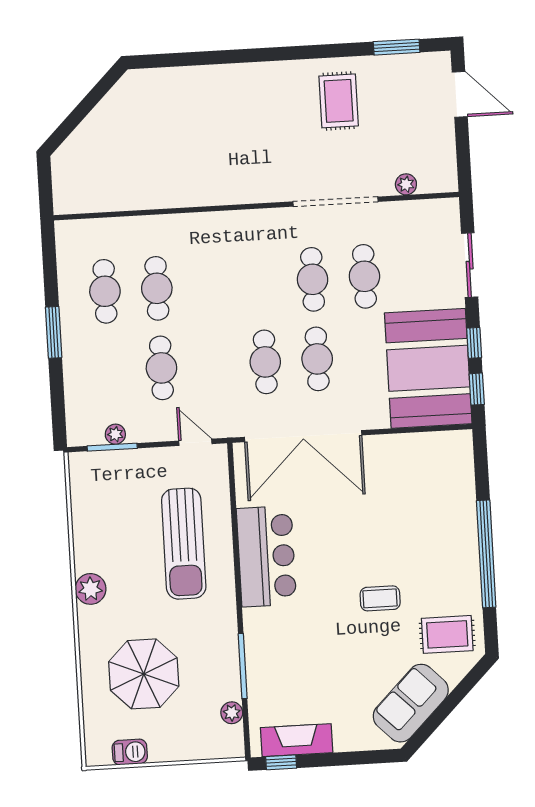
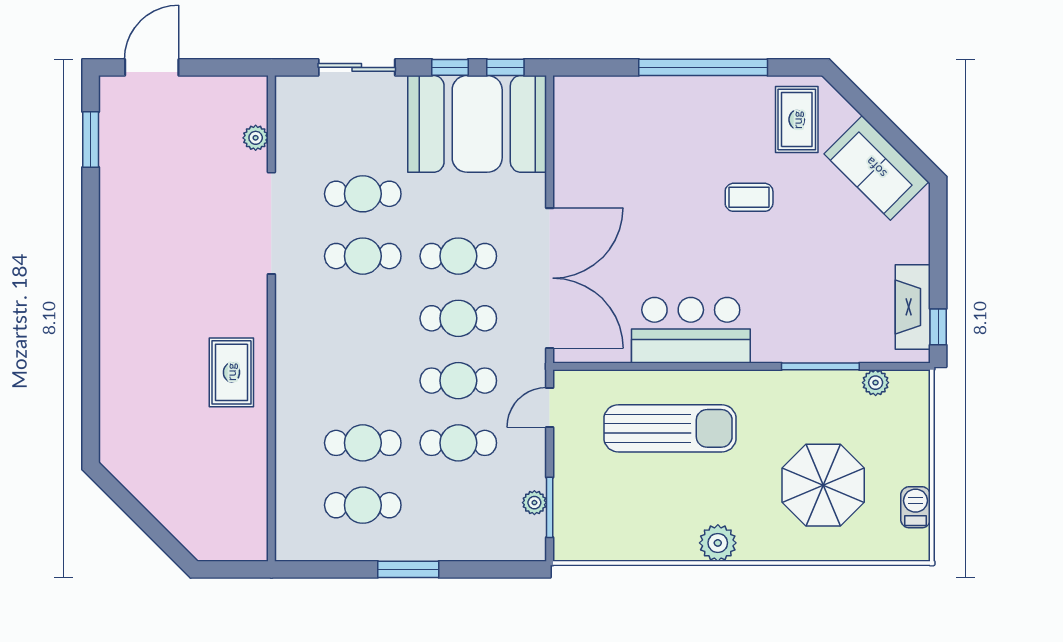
rug: (339, 101) -> (231, 372), moved, turned 90
cafe table: (213, 365) -> (458, 381), added
coffee table: (380, 598) -> (749, 197), turned 90

